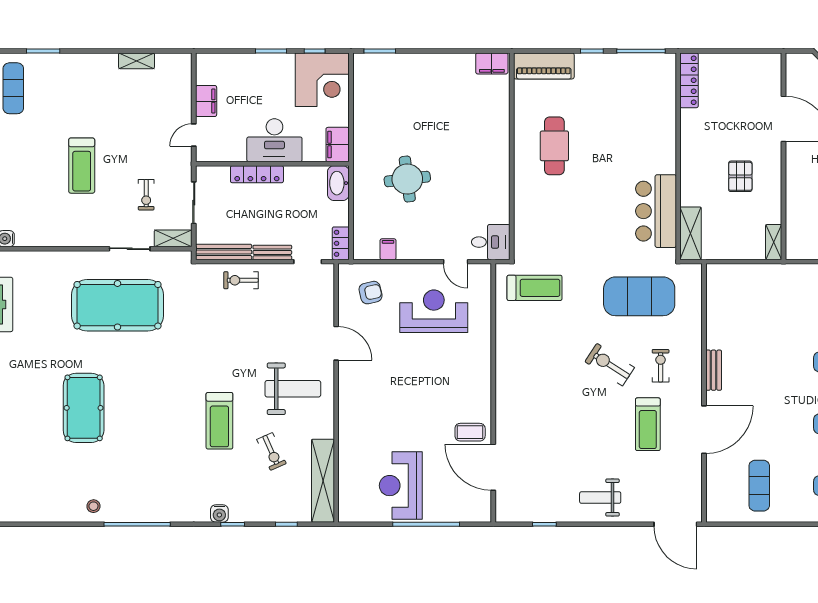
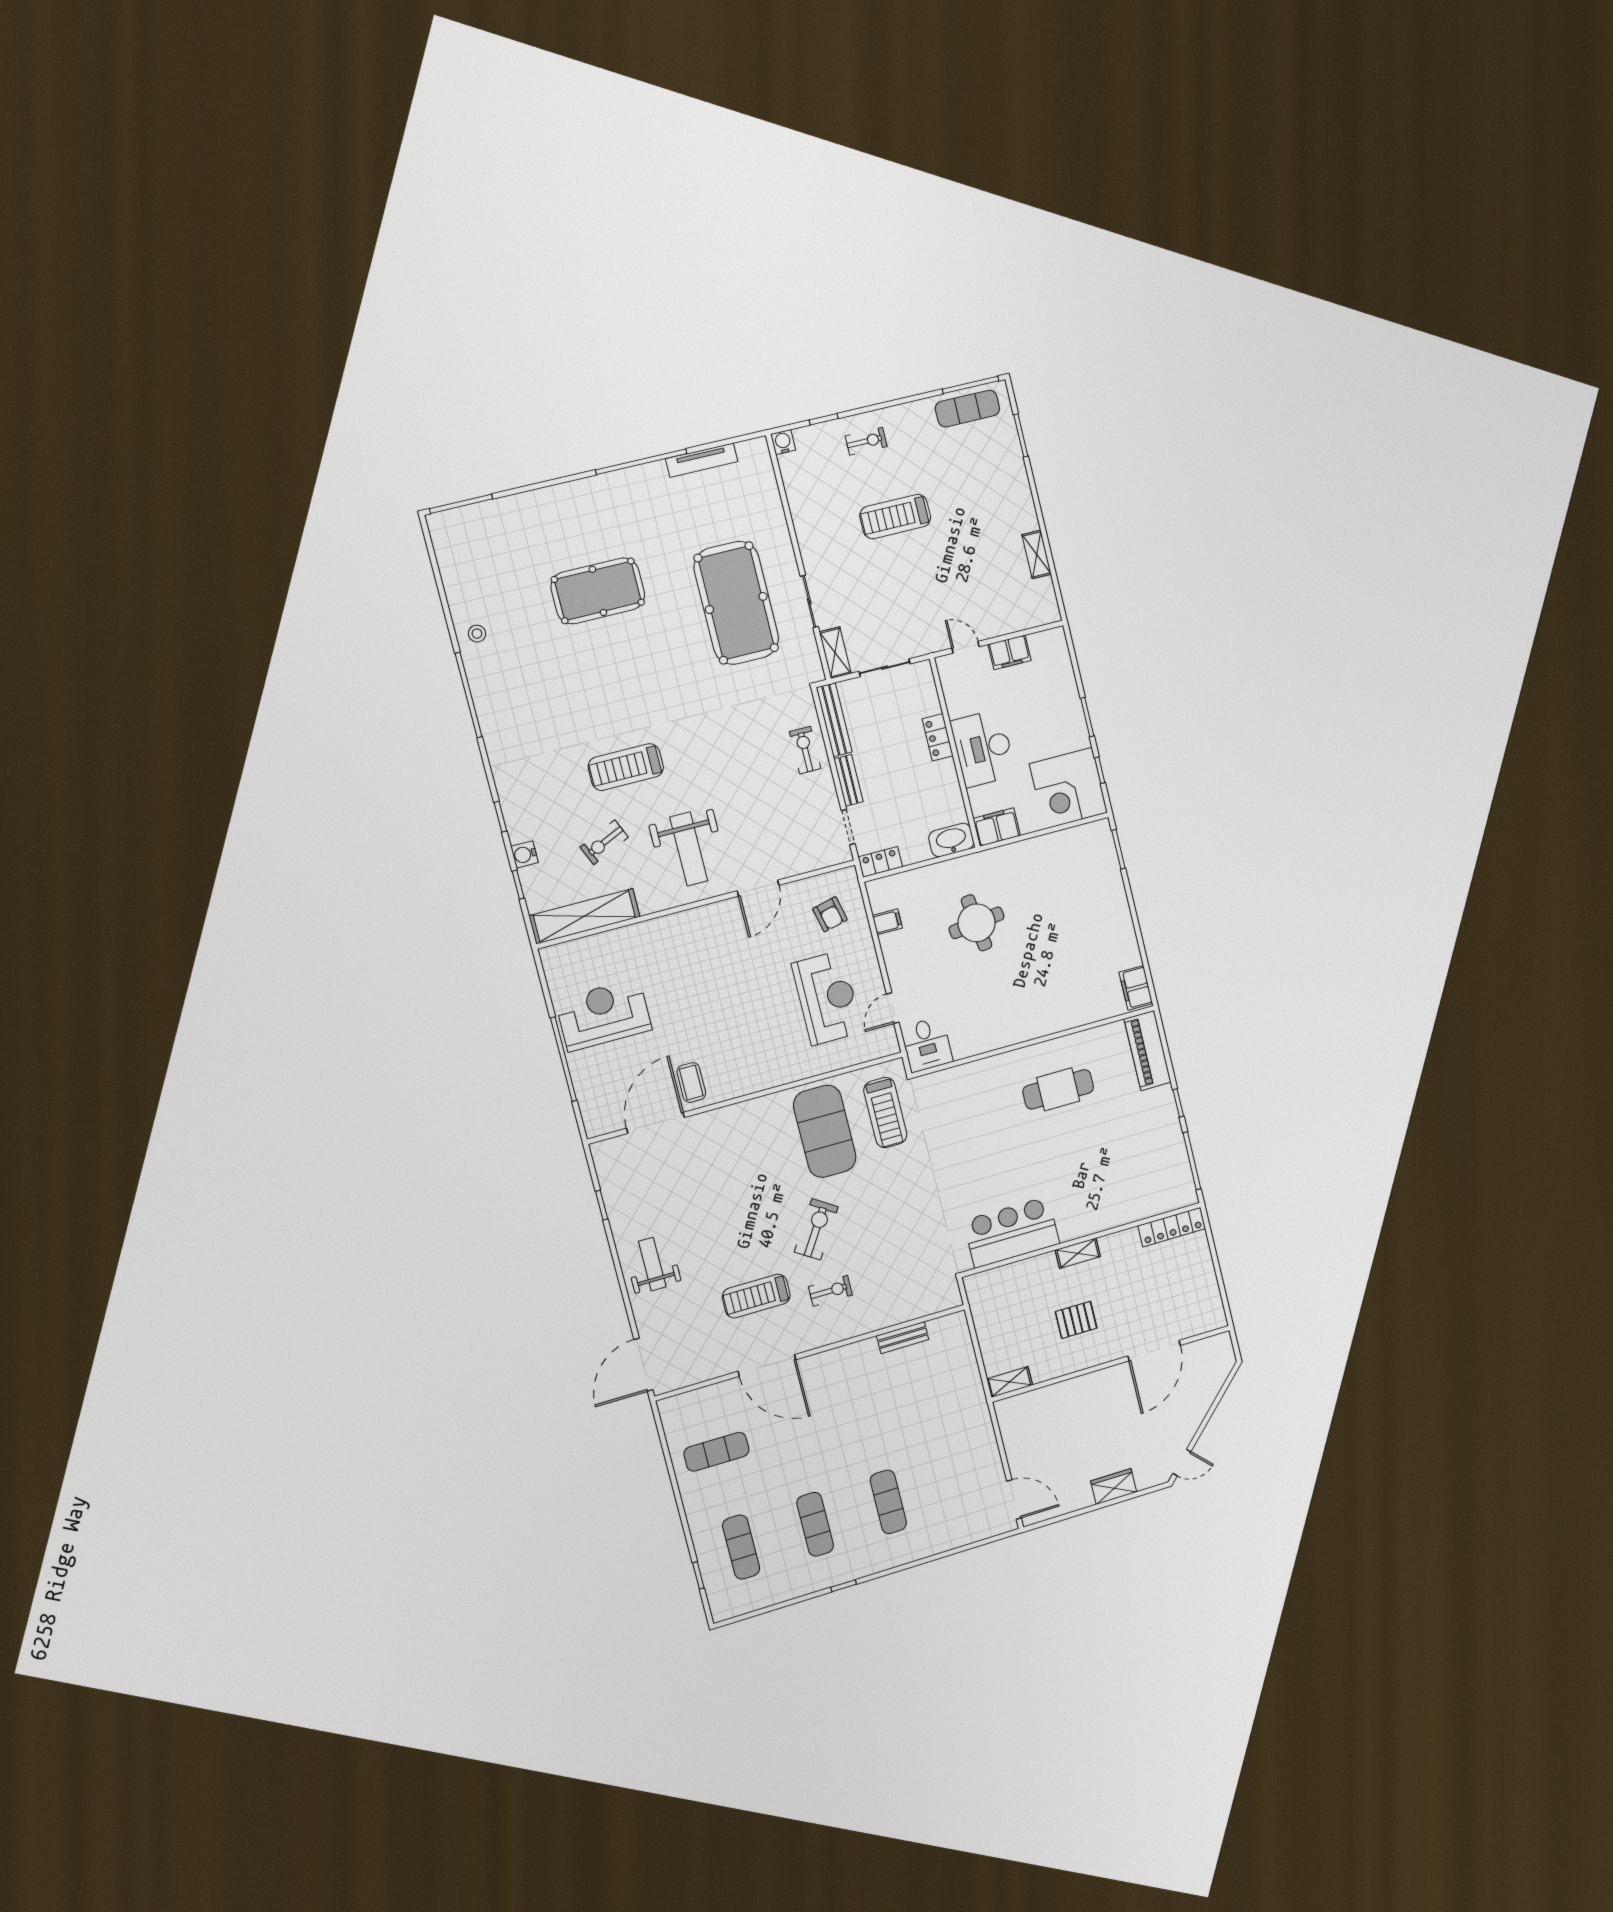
locker: (257, 174) -> (938, 737), width x0.66
exercise bike: (146, 195) -> (866, 441), moved, turned 180
shelving: (691, 233) -> (1078, 1253), moved, width x0.67, depth x0.75
exercise mat: (639, 296) -> (825, 1131), moved
bench: (714, 370) -> (903, 1338), moved
water cooler: (219, 514) -> (524, 854), moved

